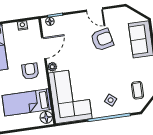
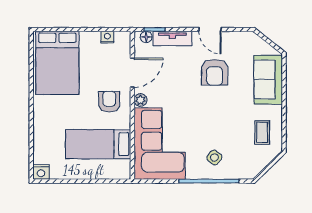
tv unit: (69, 20) -> (172, 38), added
armchair: (102, 40) -> (215, 72), turned 102
coffee table: (137, 90) -> (262, 132), moved
floor lamp: (46, 117) -> (122, 169), removed

